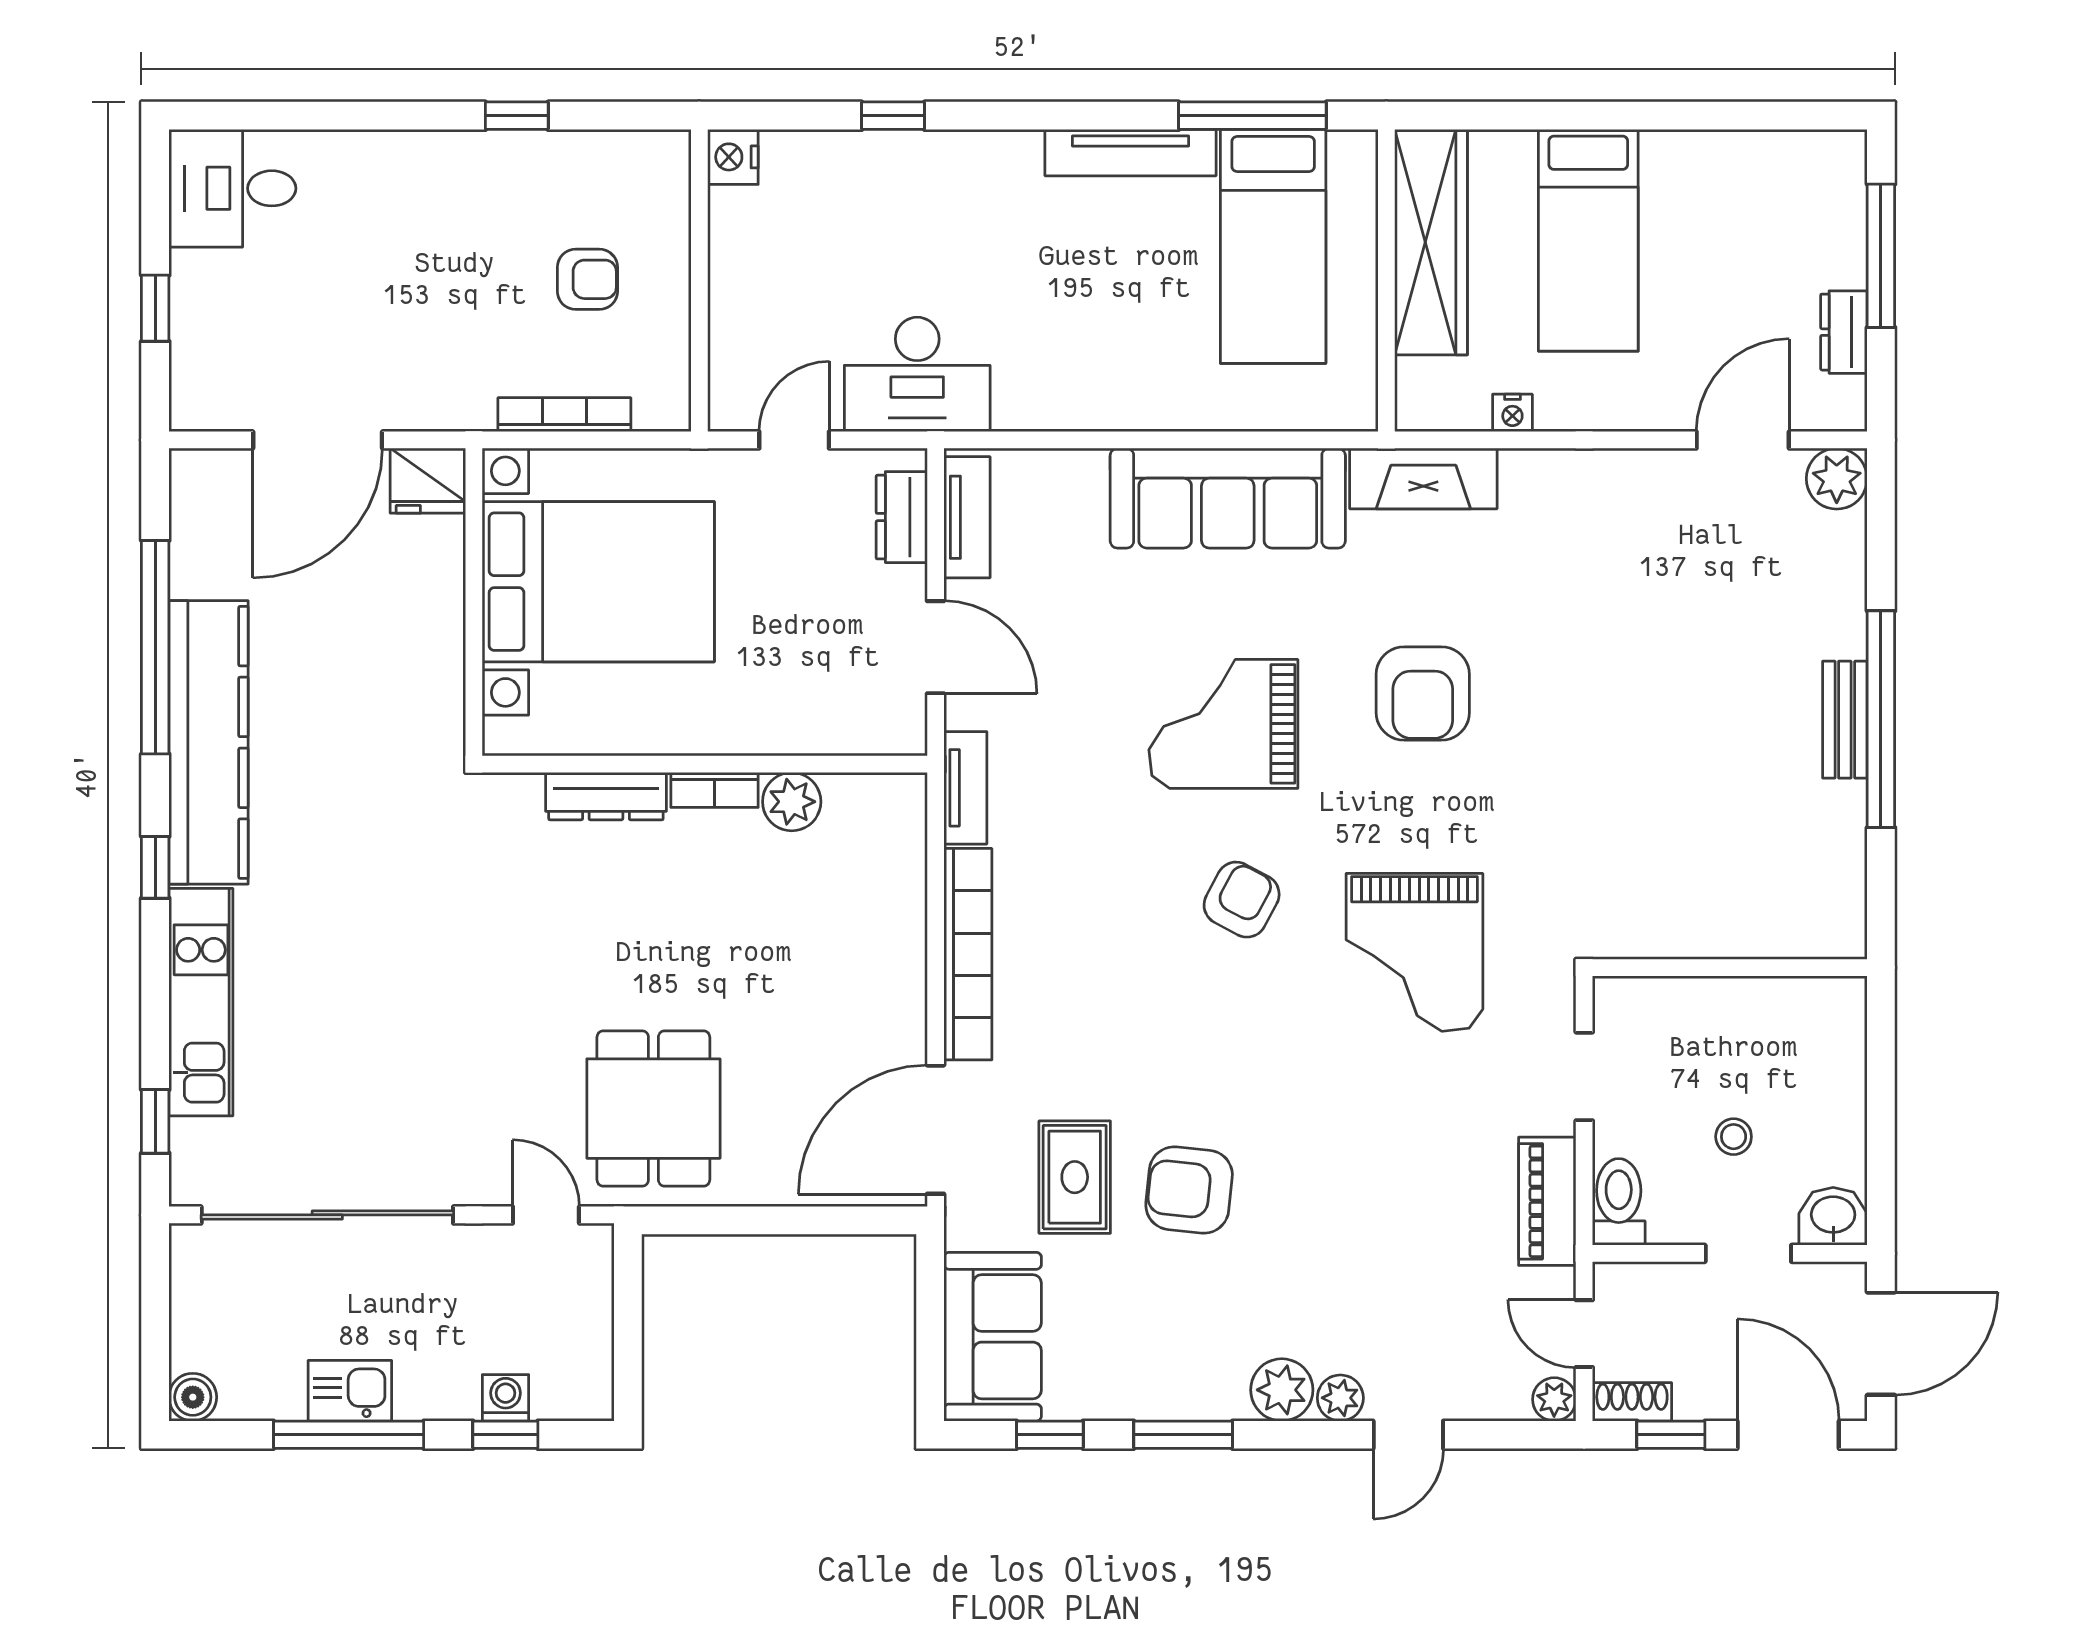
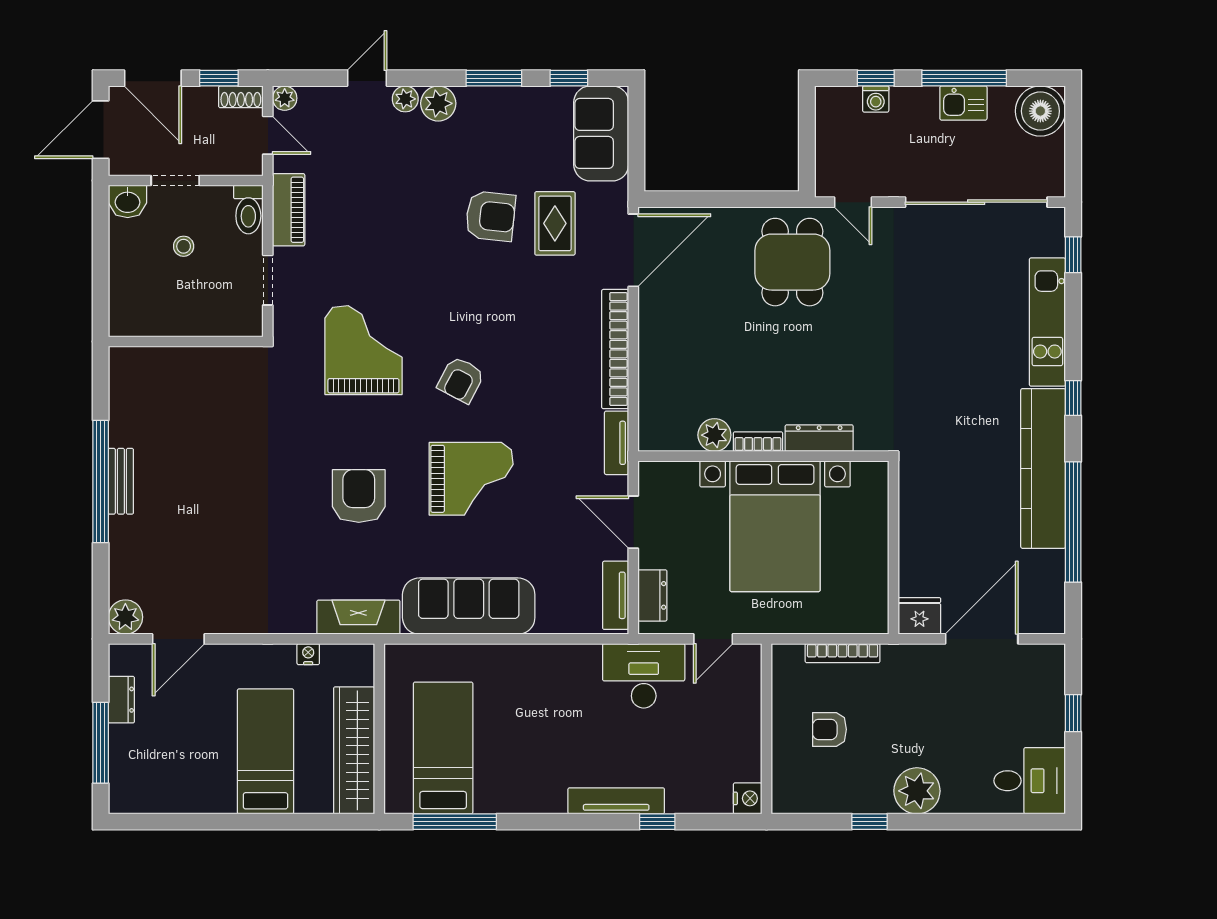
tv unit: (1131, 153) -> (616, 801), moved
plant: (432, 170) -> (917, 791), added
bed with nightstands: (598, 582) -> (775, 526), moved, turned -90
boiler: (193, 1397) -> (1040, 111), width x1.86, depth x1.86

